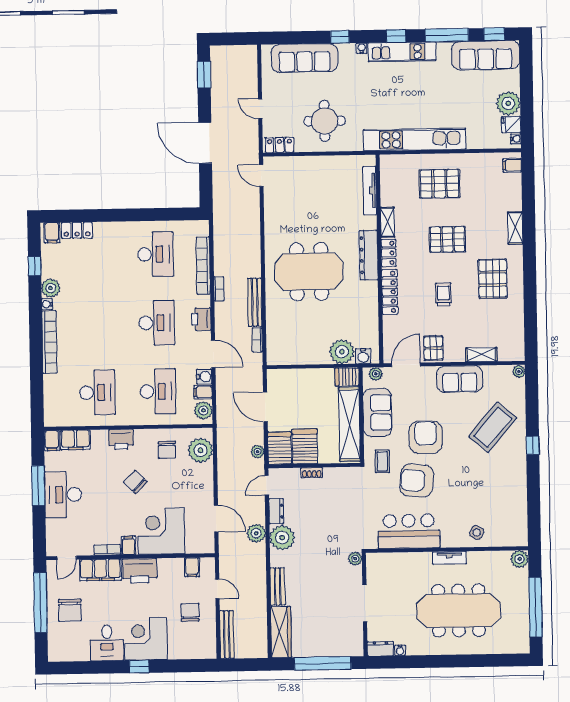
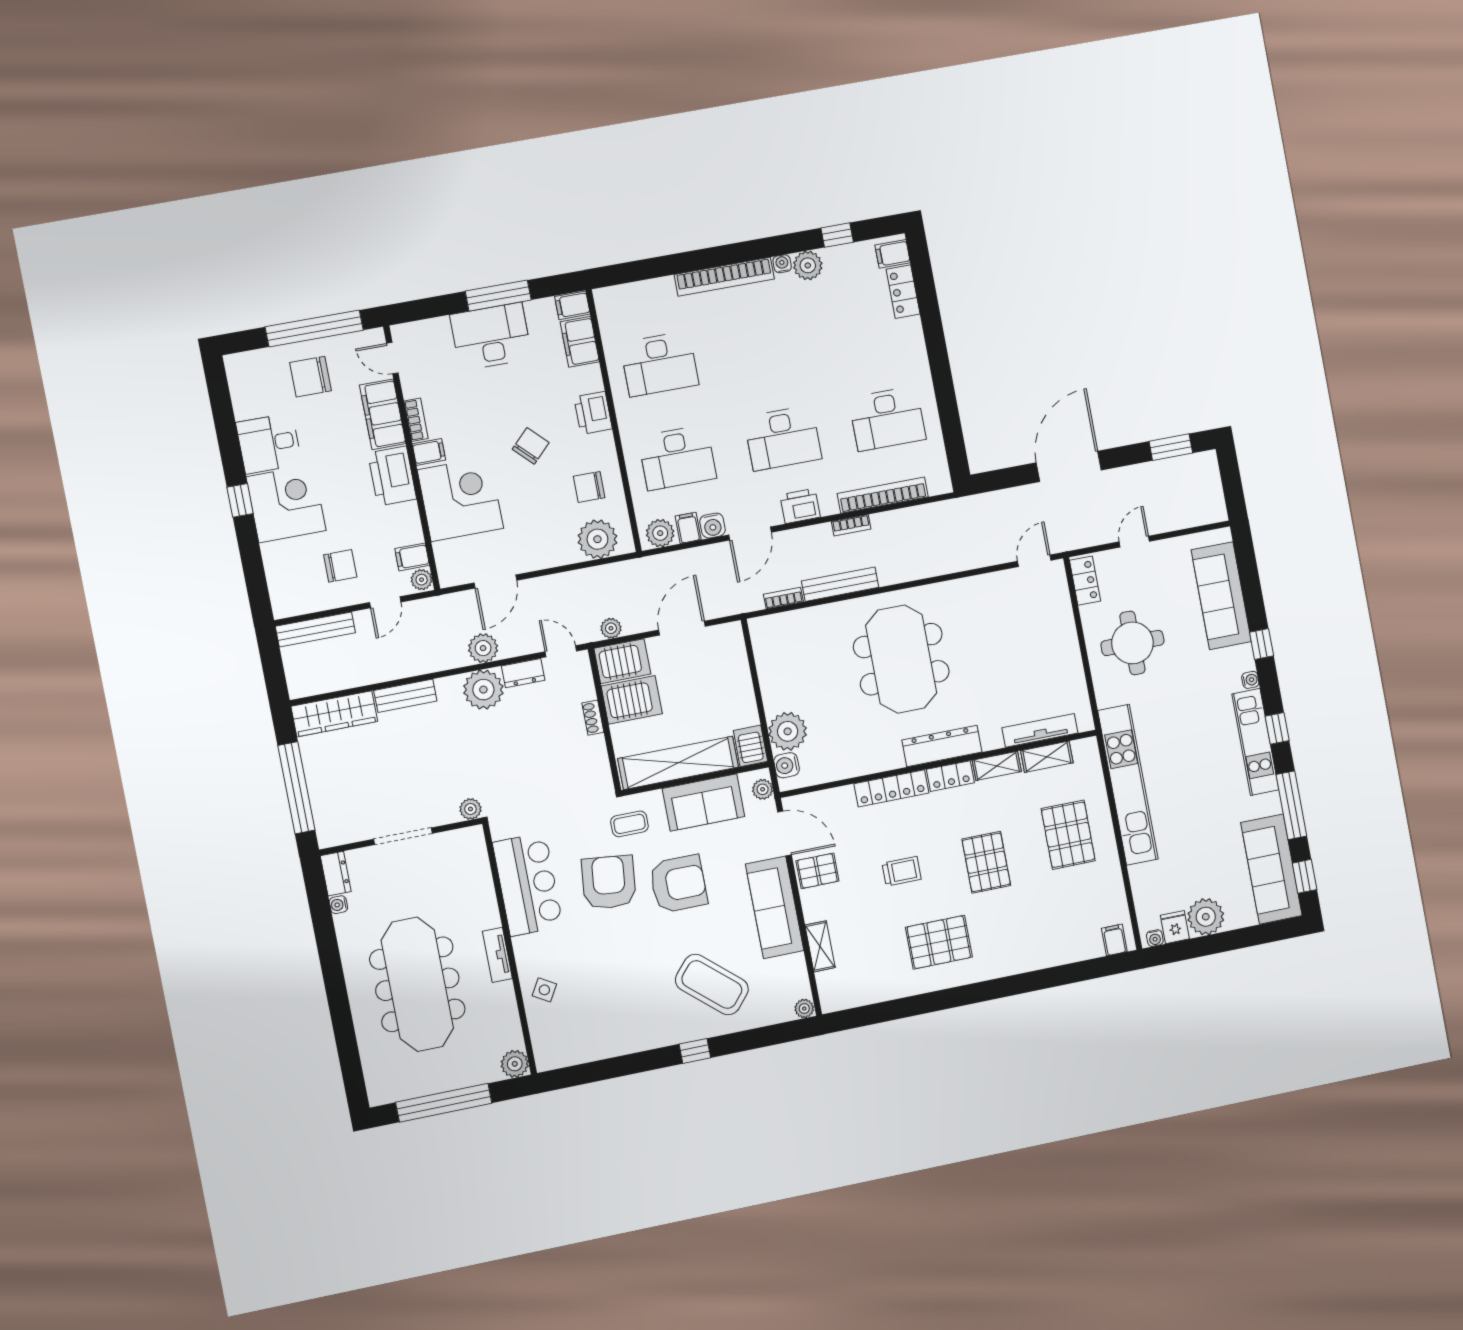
shelving: (515, 228) -> (1047, 757), moved
sofa: (460, 379) -> (775, 907), width x1.36
plant: (207, 564) -> (422, 580), added

